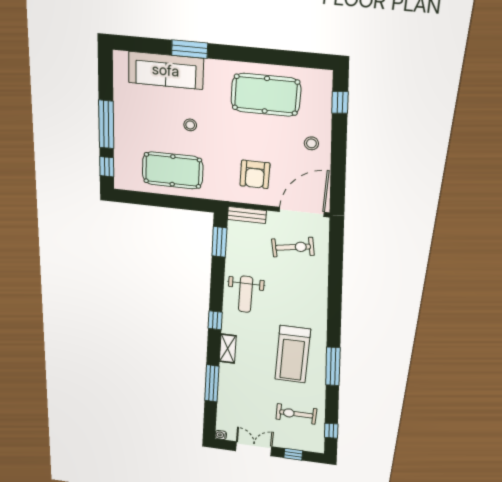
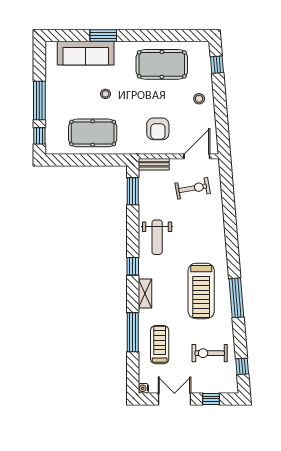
door: (302, 212) -> (197, 156), width x0.73
treadmill: (241, 399) -> (160, 345), added

